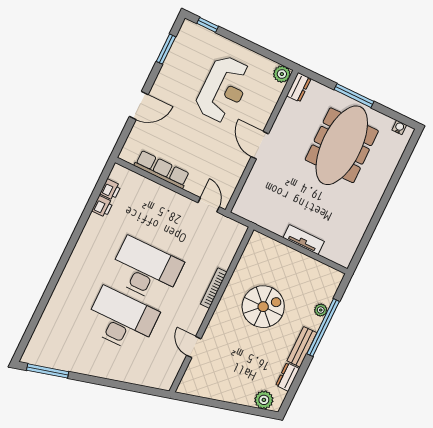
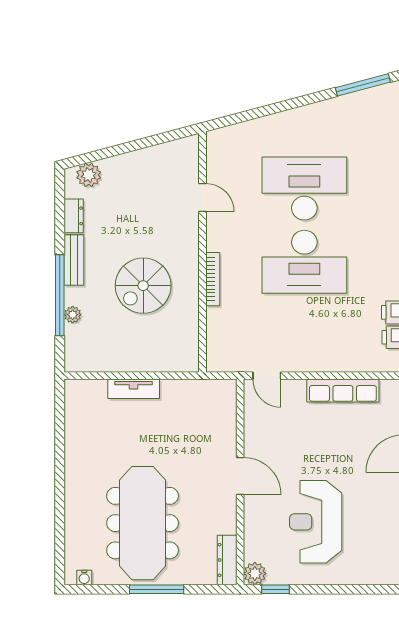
window: (208, 25) -> (276, 589), moved
dresser: (299, 87) -> (227, 560), width x1.44
desk: (122, 320) -> (304, 188), turned 180

